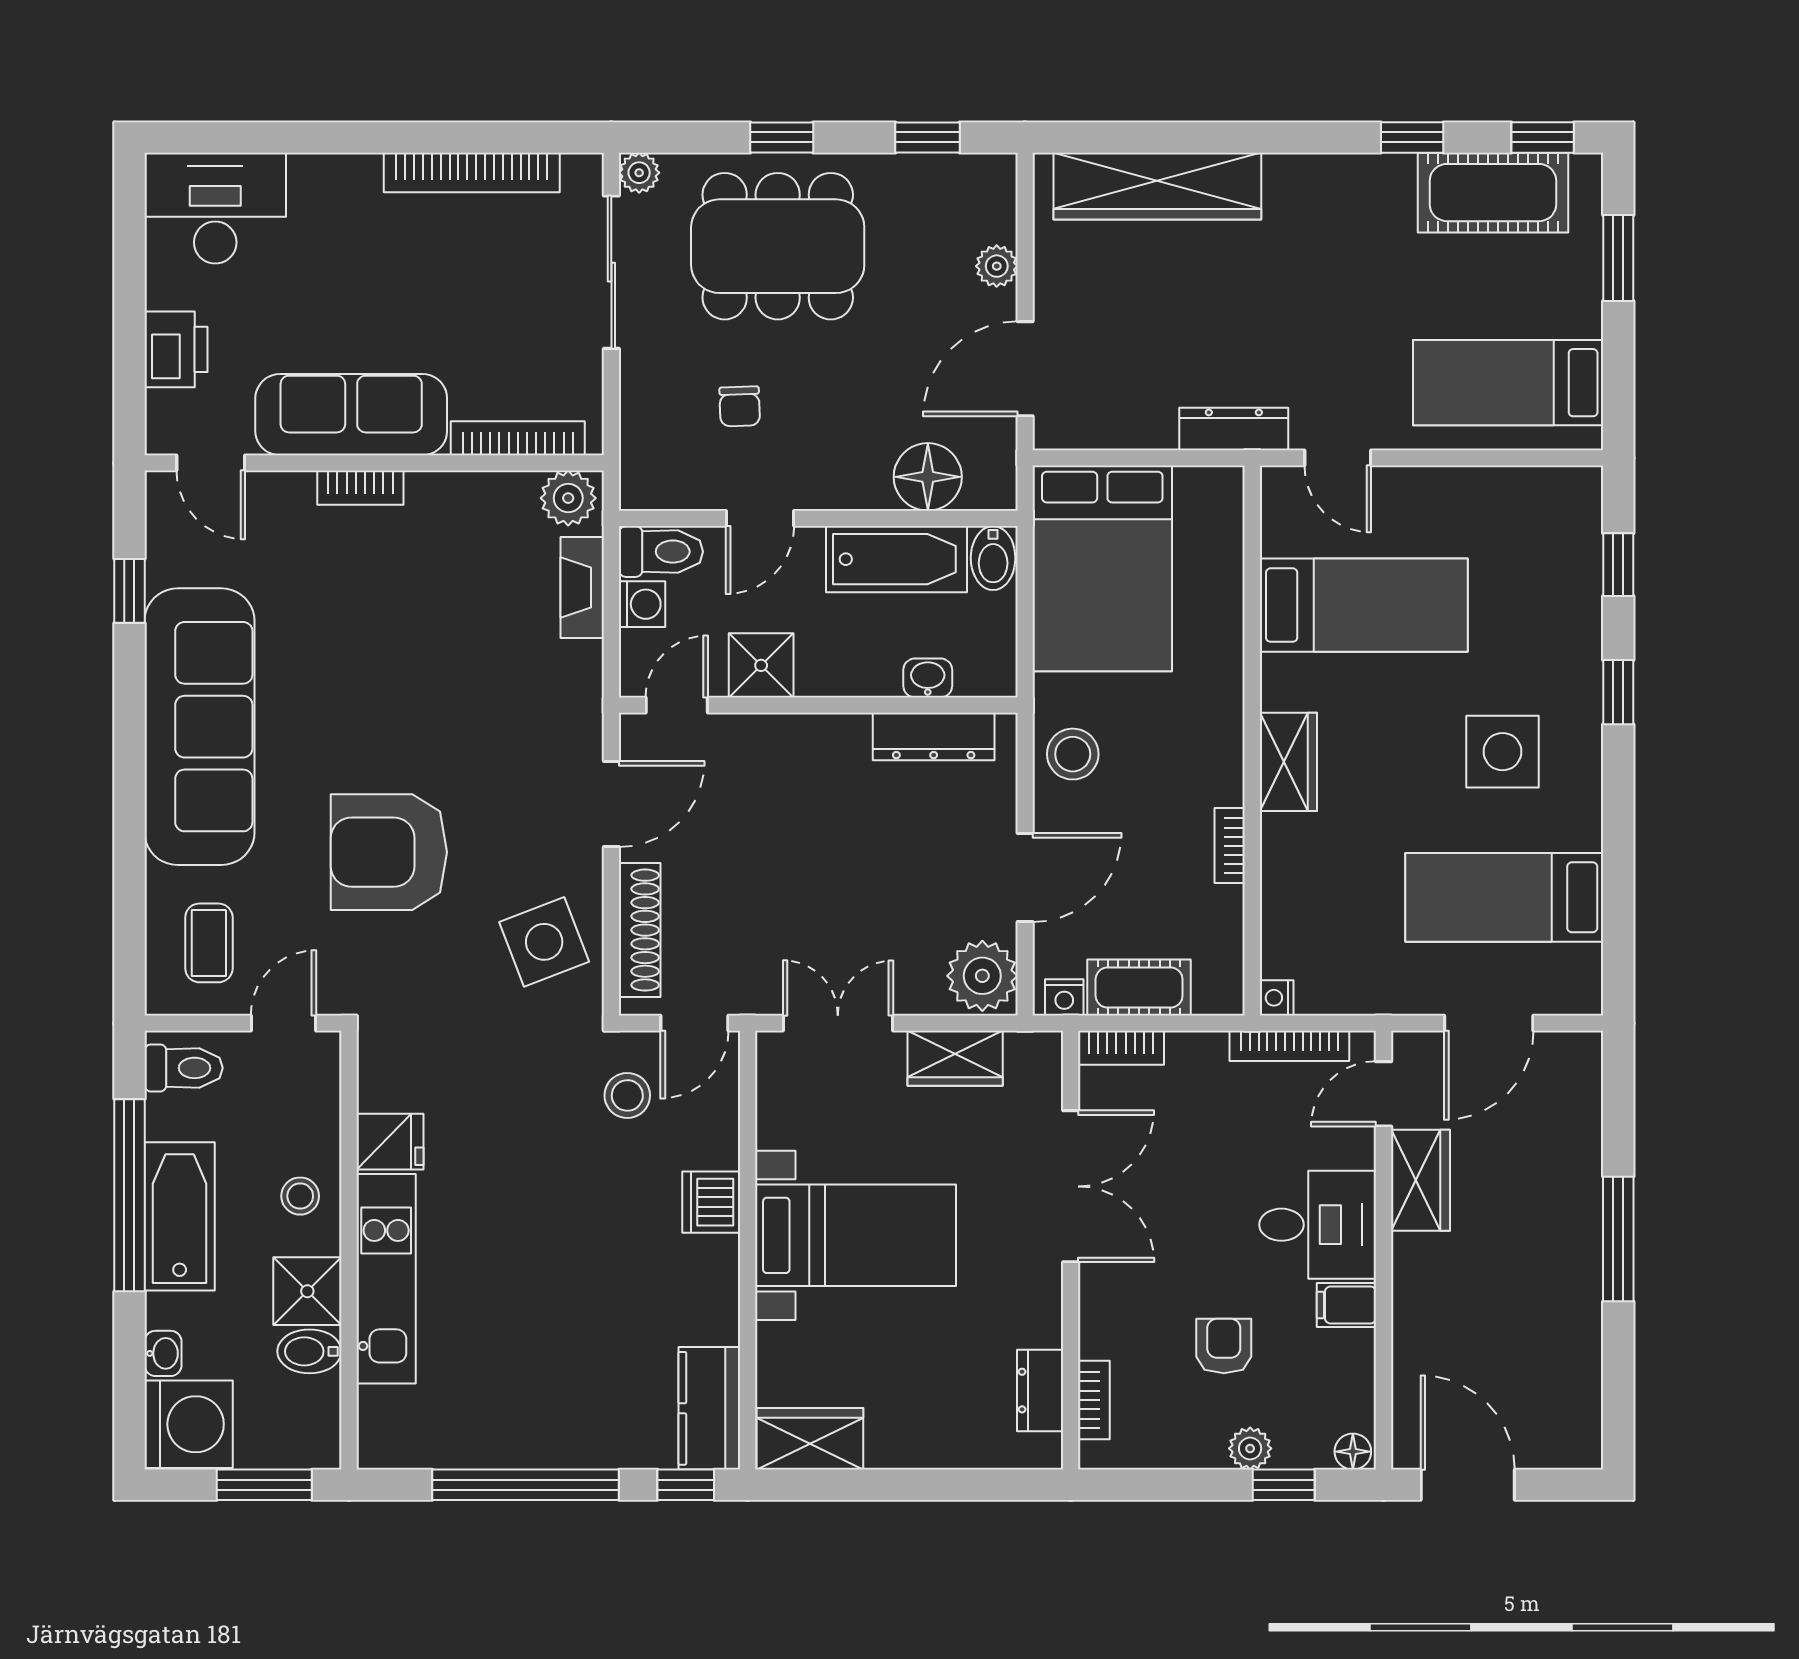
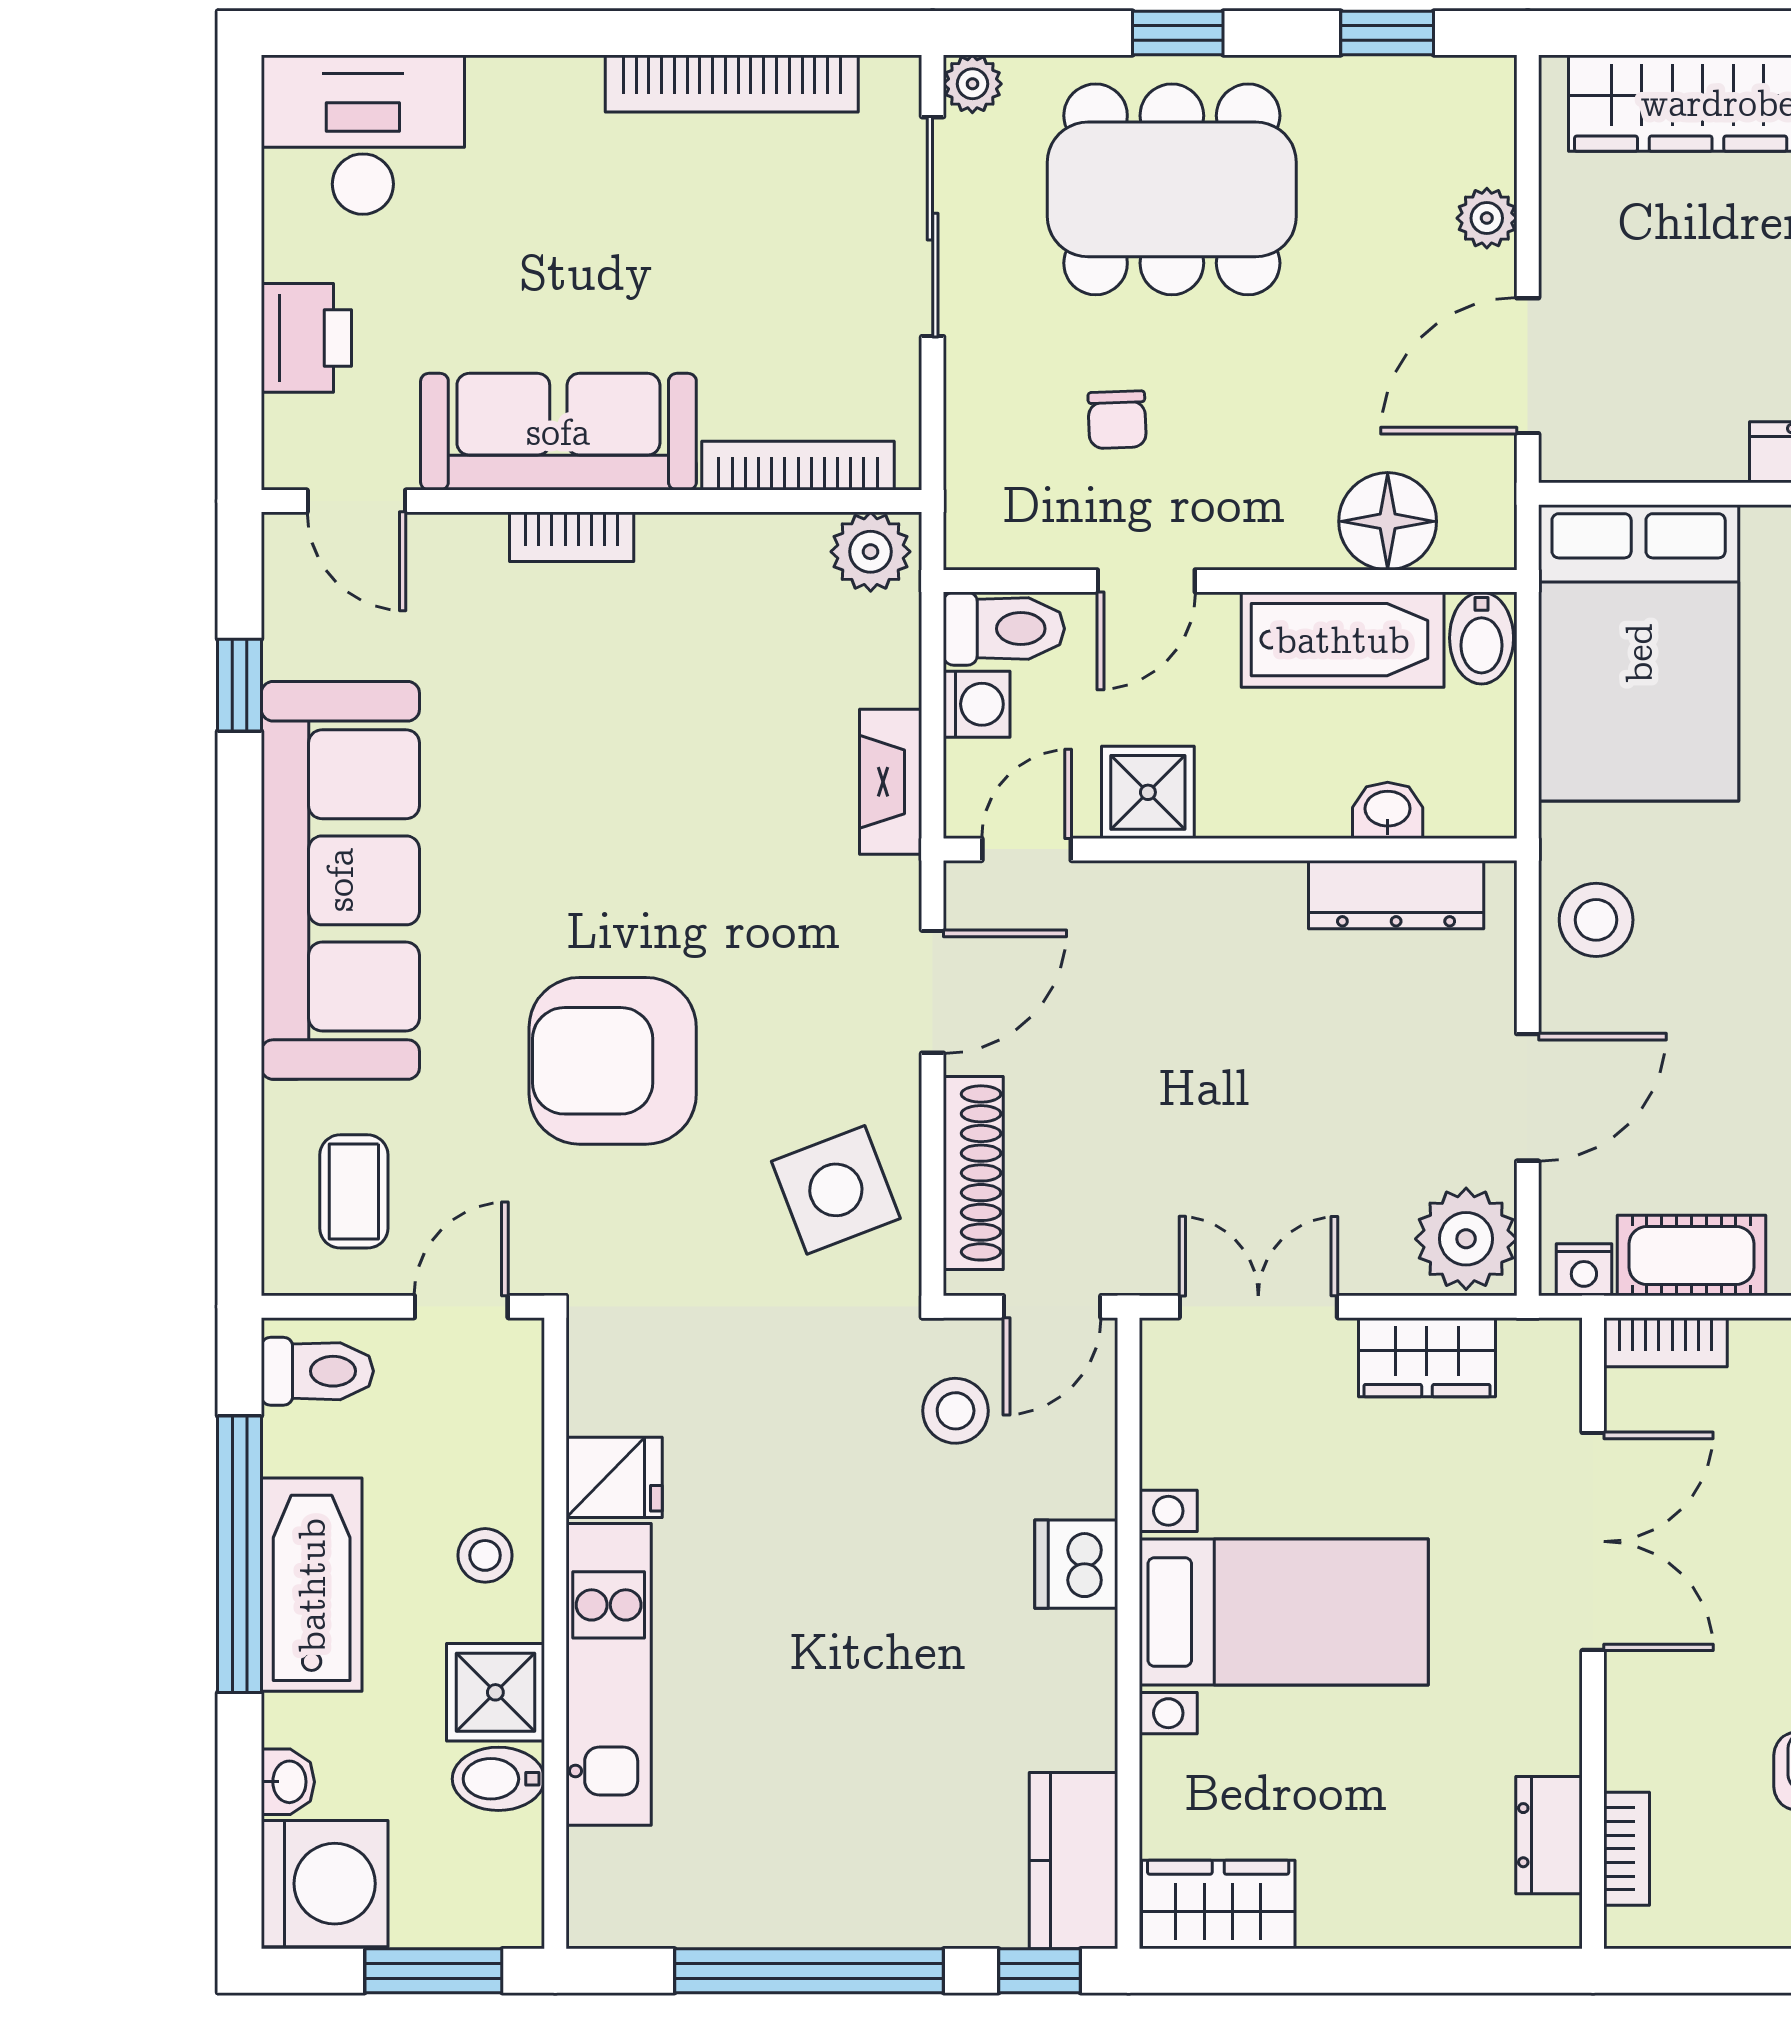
fireplace: (582, 588) -> (891, 782), moved

